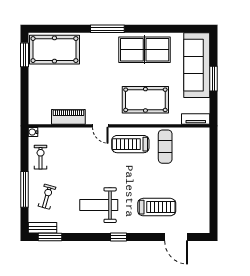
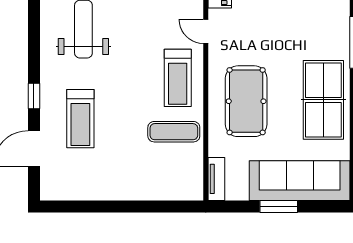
door: (100, 126) -> (206, 31), hinge flipped
treadmill: (130, 144) -> (178, 78), turned 180
window: (119, 237) -> (34, 96), moved

